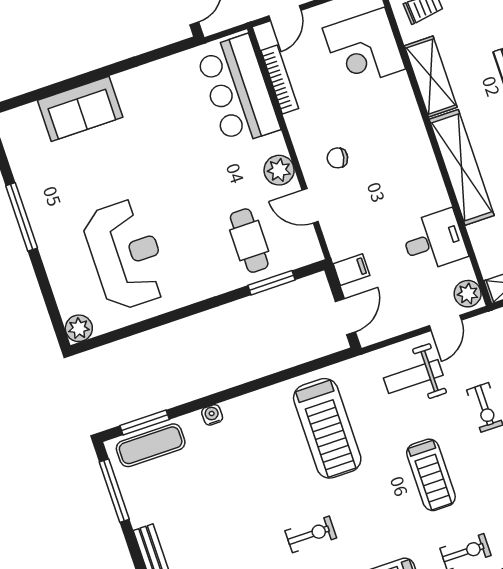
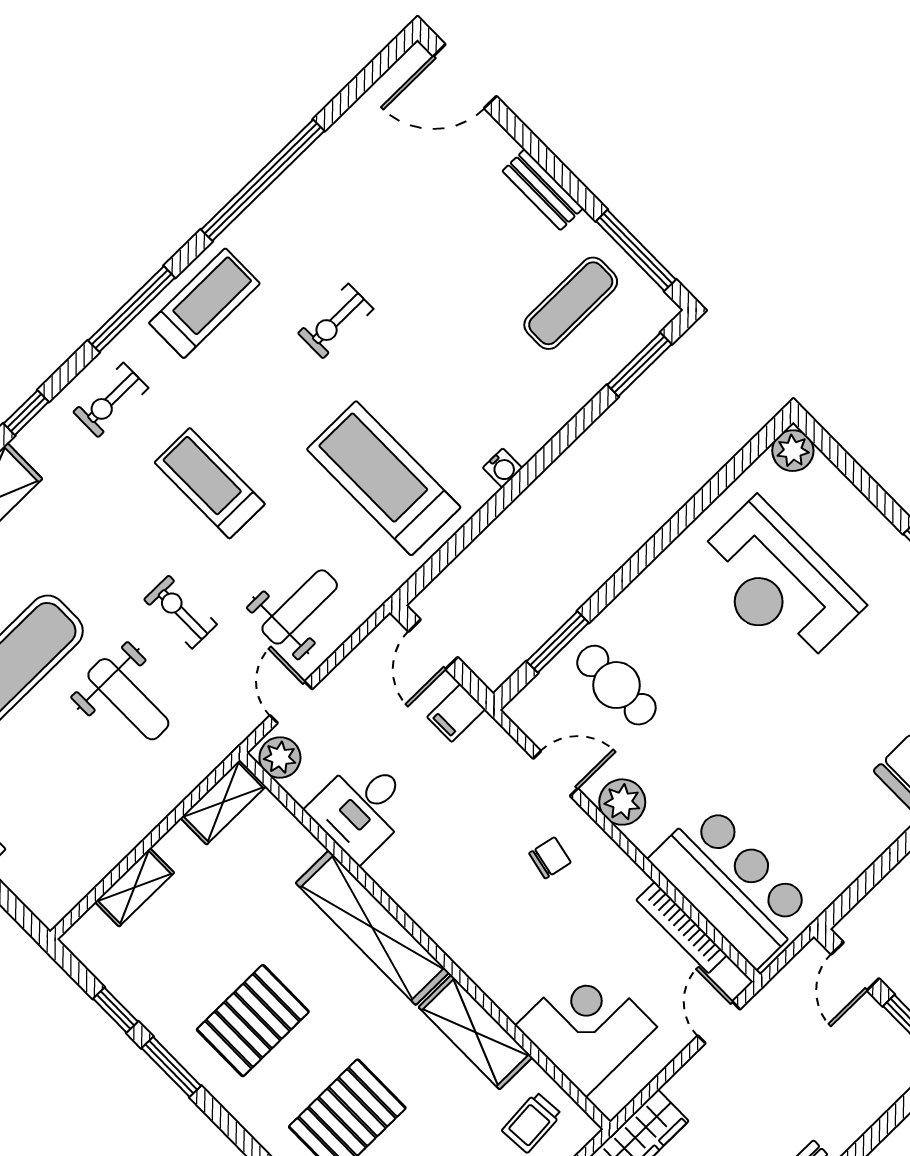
water cooler: (212, 415) -> (503, 468), moved
exercise mat: (151, 445) -> (571, 303), moved

